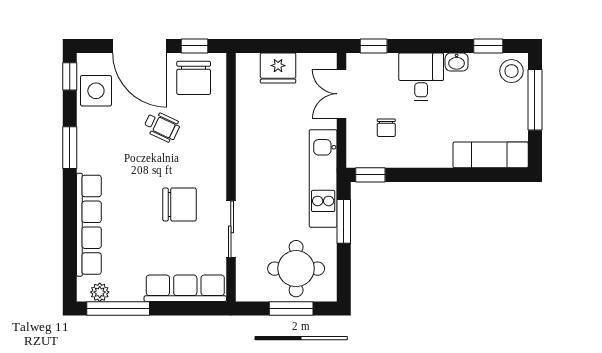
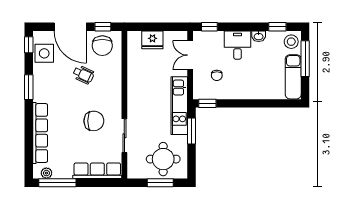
exam couch: (491, 155) -> (293, 77), moved, turned -90

